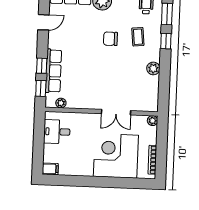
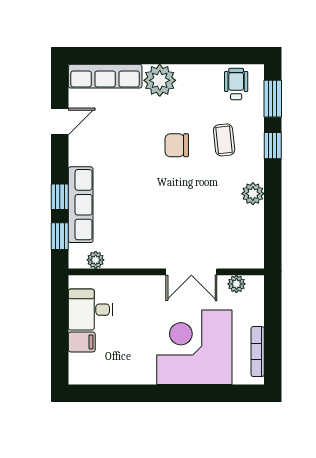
plant: (153, 121) -> (236, 284), moved
filing cabinet: (50, 169) -> (82, 342), moved

